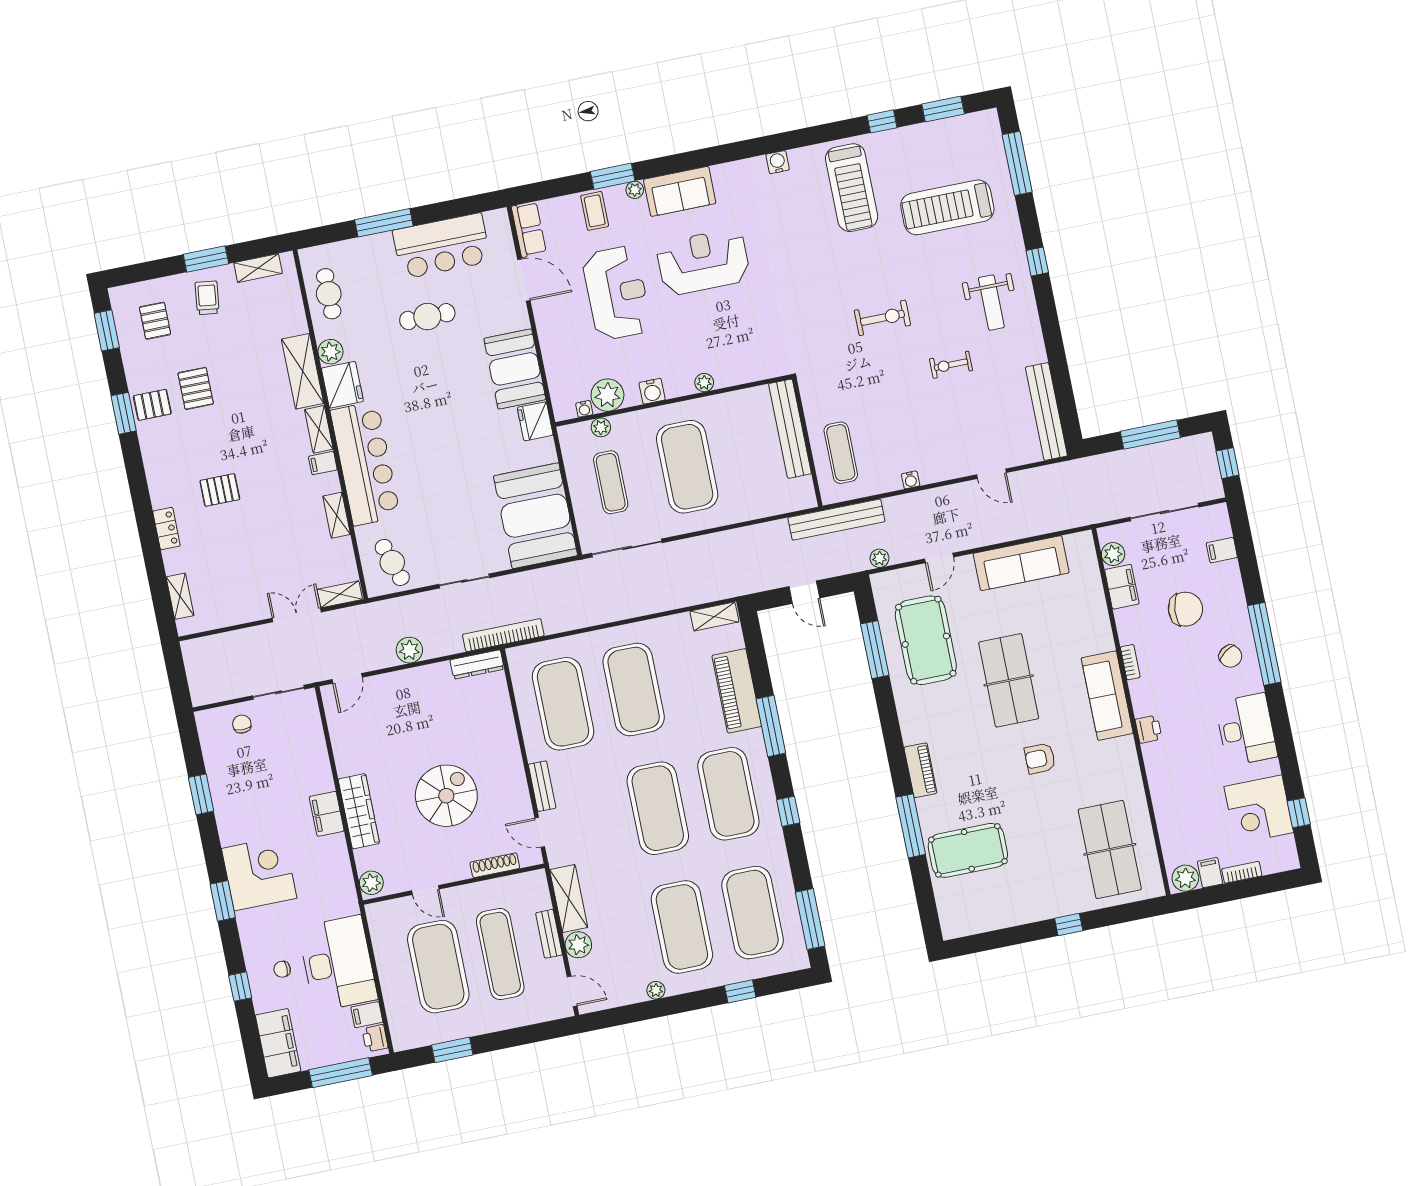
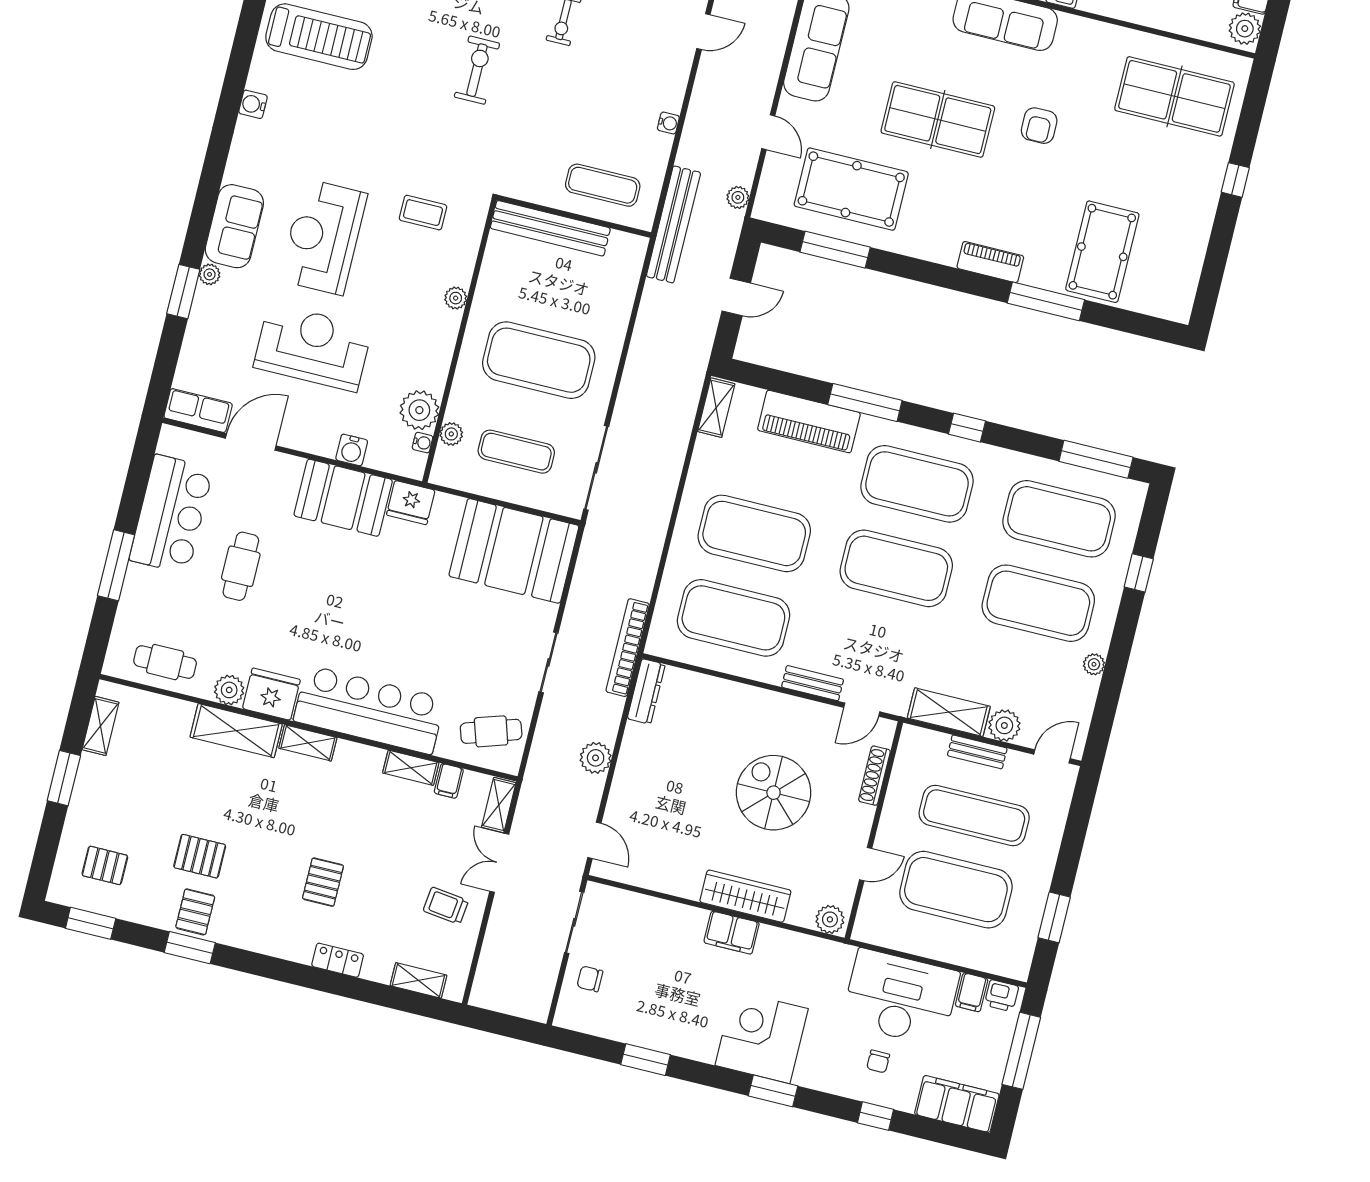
coffee table: (595, 211) -> (423, 213), moved
trolley: (207, 298) -> (446, 906), moved
water cooler: (652, 391) -> (352, 450), moved, turned 90
filing cabinet: (323, 463) -> (449, 781), moved

